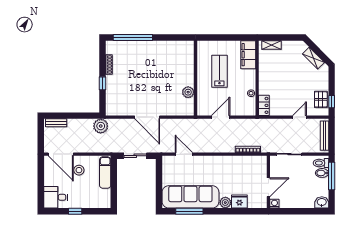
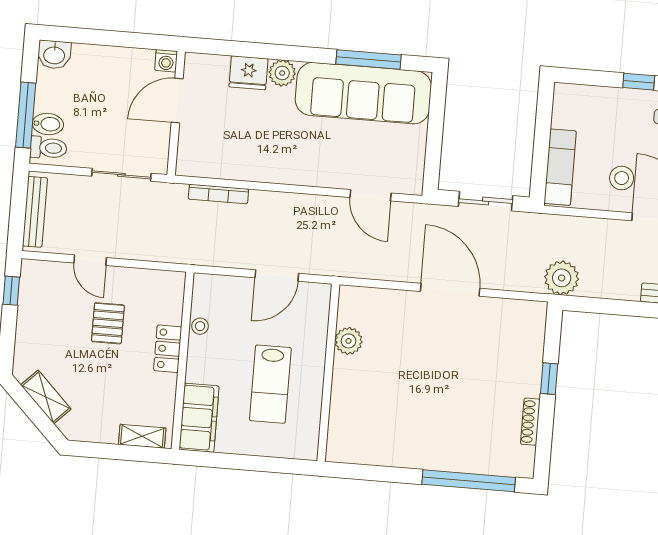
pallet: (321, 99) -> (108, 323), moved
locker: (264, 105) -> (168, 349), moved
door: (300, 117) -> (90, 260), hinge flipped

